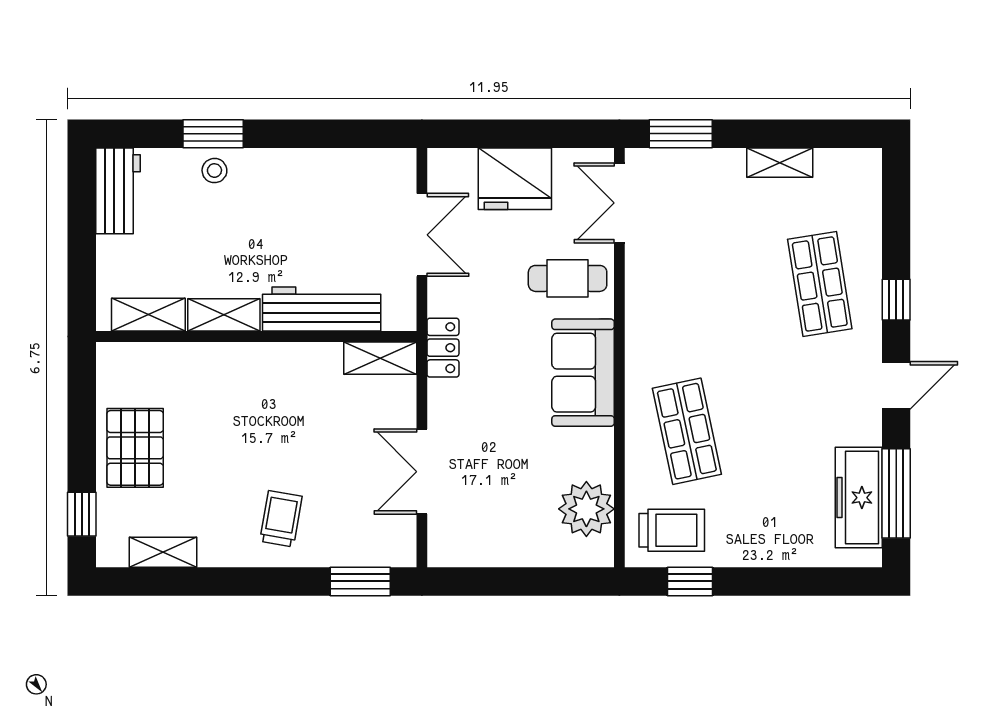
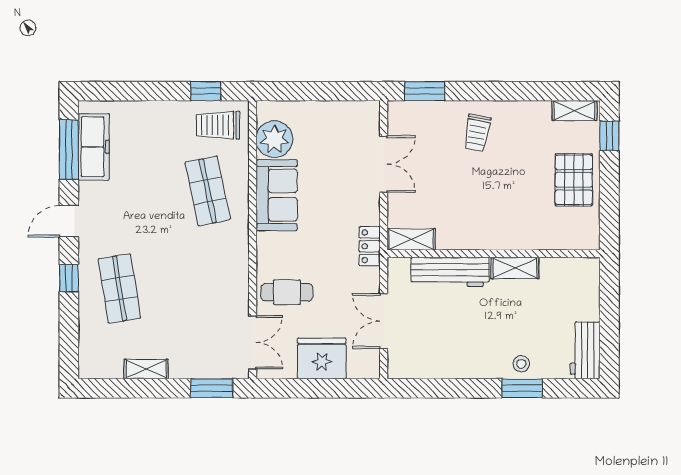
shelving: (148, 315) -> (565, 268), removed
sofa: (583, 373) -> (277, 195), moved
shelving: (163, 552) -> (574, 111), moved

